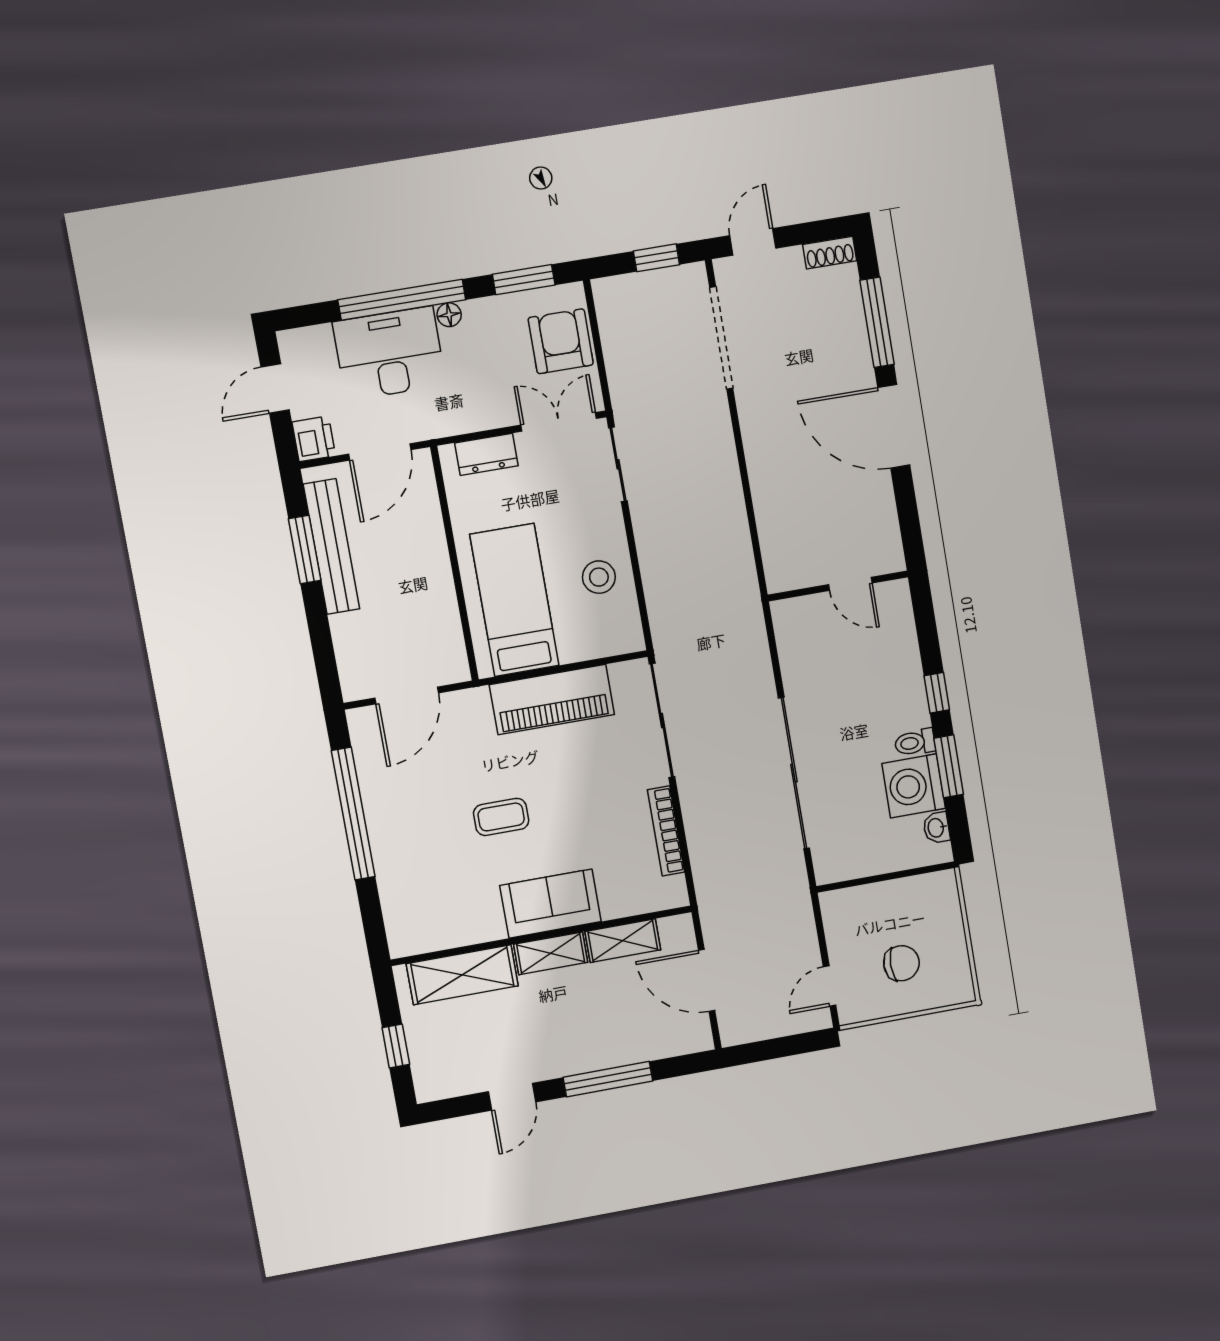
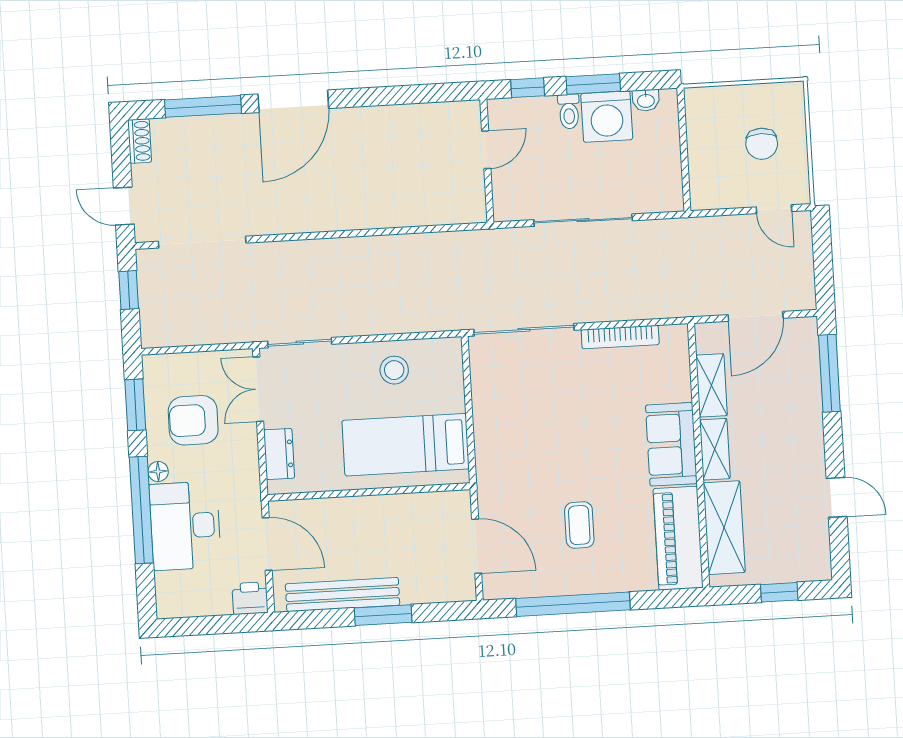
armchair: (561, 341) -> (193, 420), moved
door: (275, 389) -> (204, 625), removed
window: (305, 550) -> (383, 615), moved
door: (850, 584) -> (486, 150), moved
wall: (838, 586) -> (487, 161), moved
piano: (552, 700) -> (678, 538), moved, turned 180
sliding door: (794, 773) -> (583, 220), width x0.73
coffee table: (501, 817) -> (579, 525), moved
chair: (901, 963) -> (762, 144), turned 180
window: (608, 1079) -> (829, 373), moved

